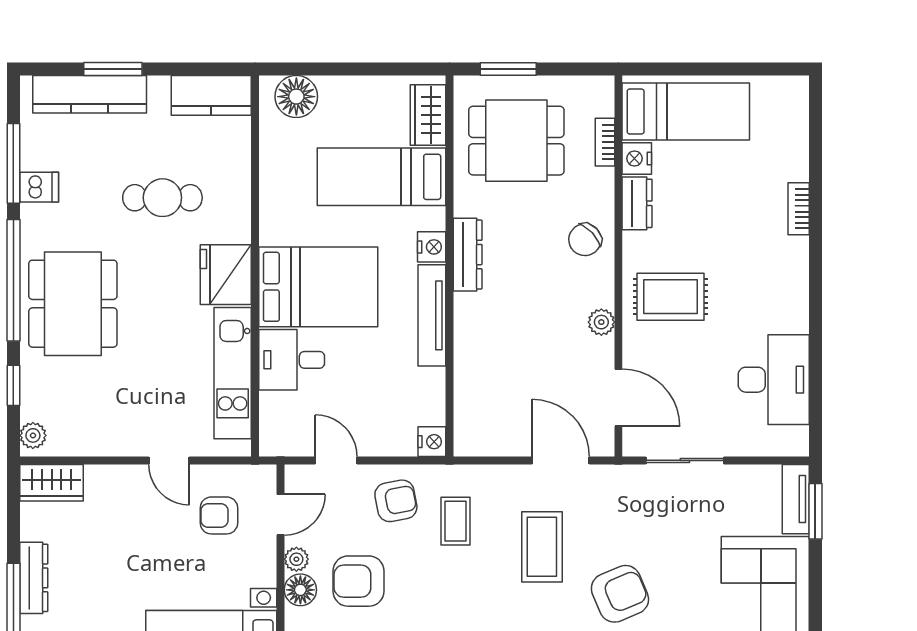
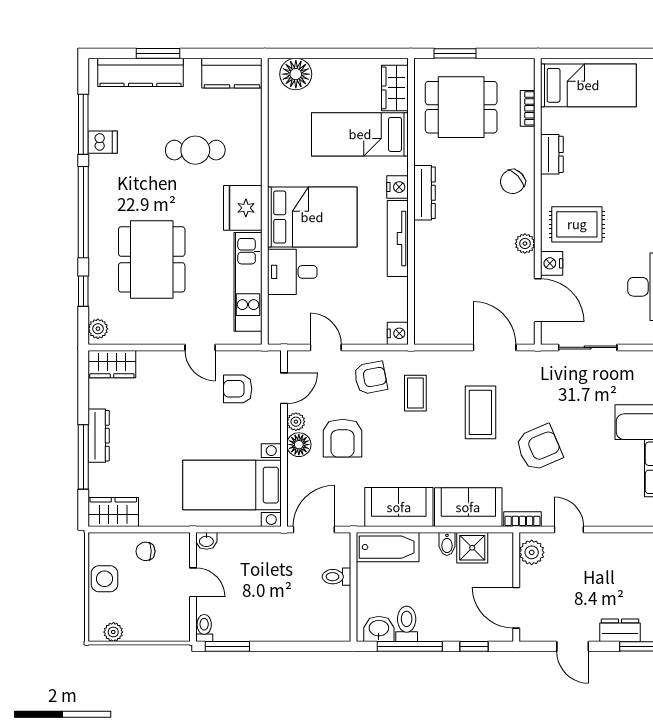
nightstand: (637, 159) -> (552, 263), moved
dining table: (73, 304) -> (152, 259), moved
armchair: (358, 581) -> (343, 438), turned -90

